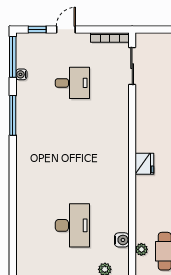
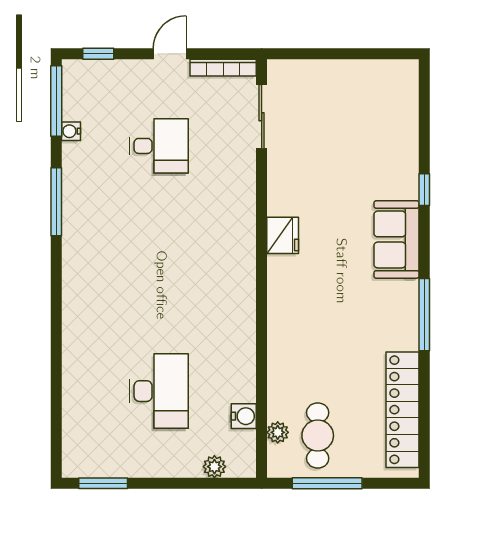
door: (66, 29) -> (170, 54), moved
fridge: (144, 164) -> (283, 235), moved

